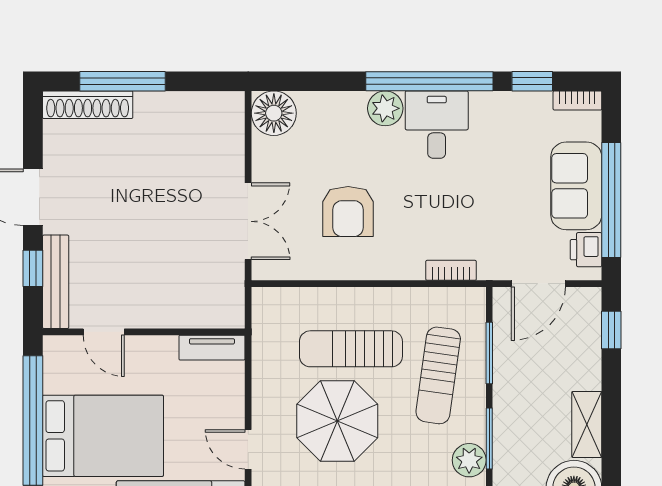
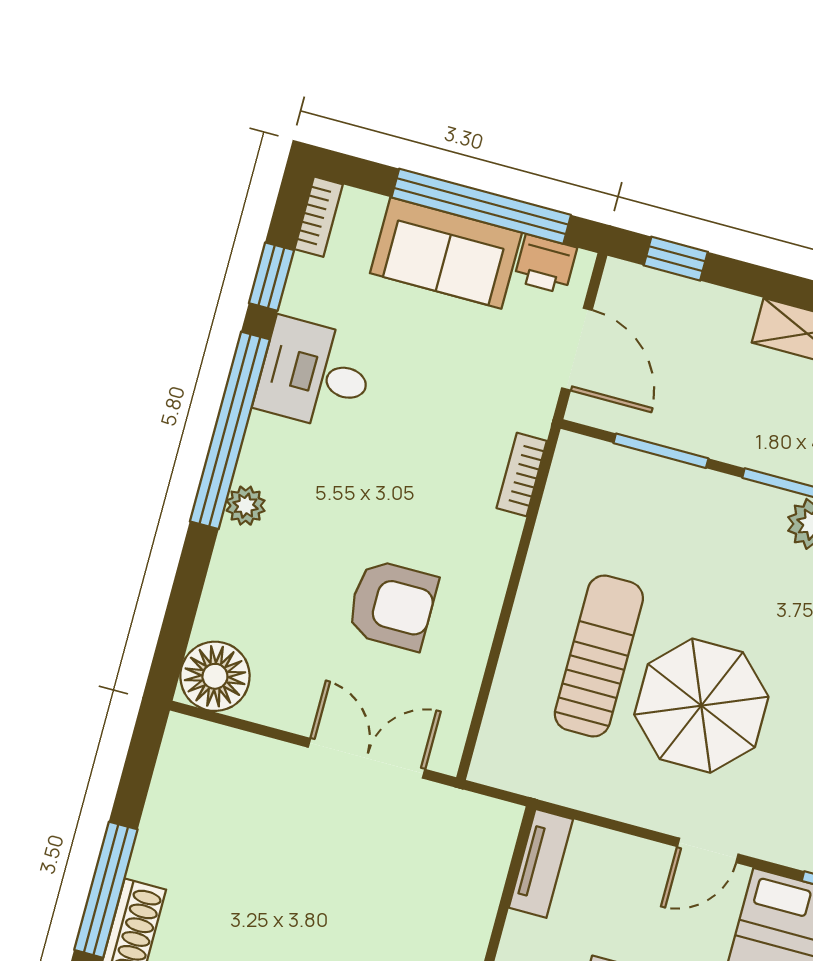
plant: (385, 108) -> (246, 506), width x0.73, depth x0.73
desk: (437, 125) -> (315, 374), moved
sun lounger: (351, 349) -> (599, 656), turned 180
sun lounger: (438, 375) -> (674, 536), removed

